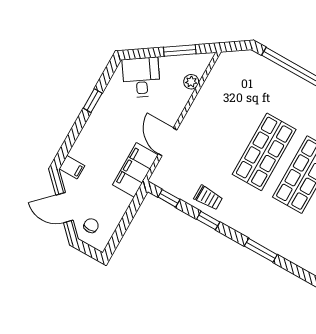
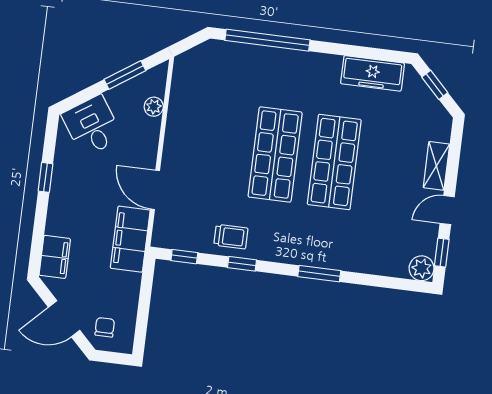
filing cabinet: (72, 167) -> (55, 257), width x2.00

